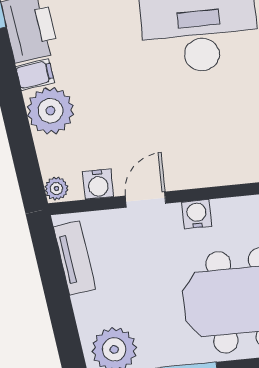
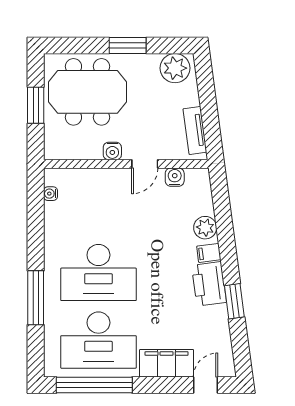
plant: (50, 111) -> (205, 228), width x0.73, depth x0.73
plant: (56, 189) -> (202, 177), removed

